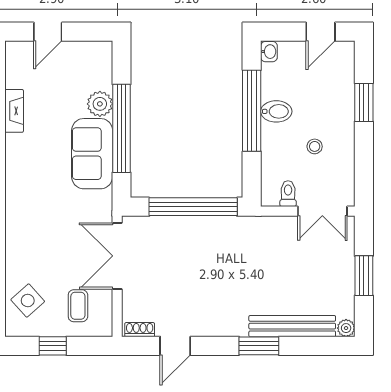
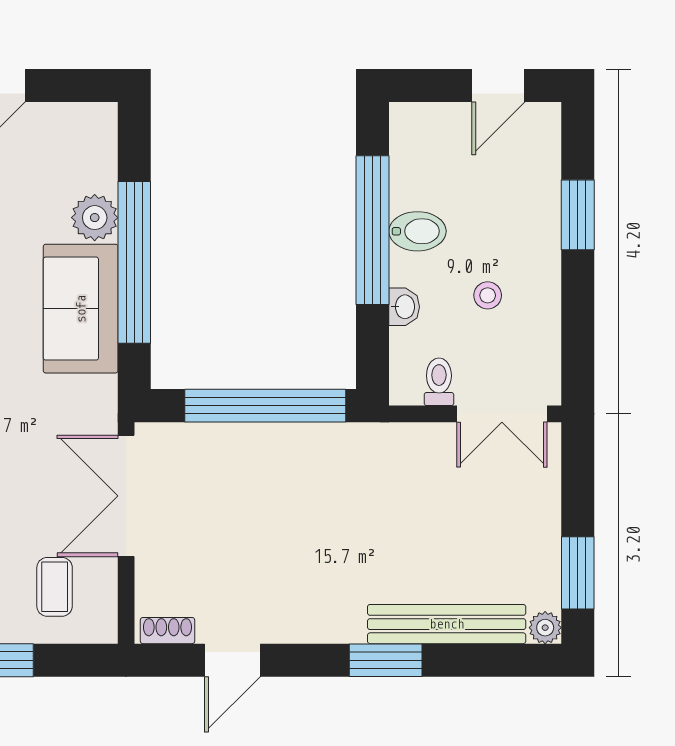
washbasin: (269, 52) -> (404, 307), moved
window: (364, 276) -> (578, 573), moved

